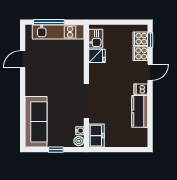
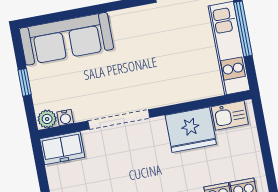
fridge: (97, 56) -> (191, 130), width x1.88, depth x1.34

